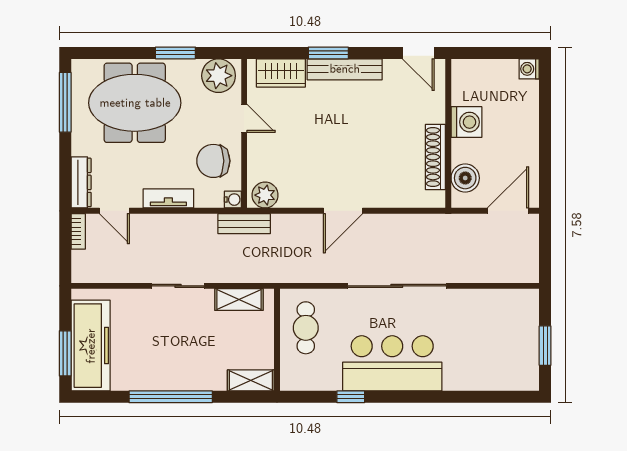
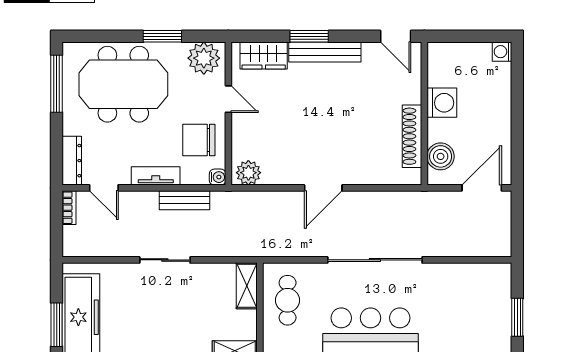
bench: (244, 224) -> (184, 200), moved
shelving: (239, 300) -> (247, 286), moved, turned 90

